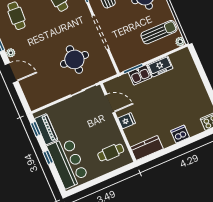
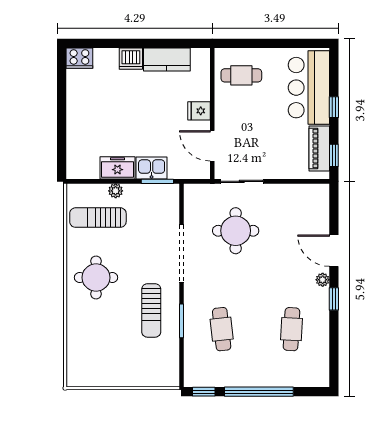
plant: (180, 42) -> (116, 191), moved
kitchen counter: (147, 148) -> (167, 60), moved

